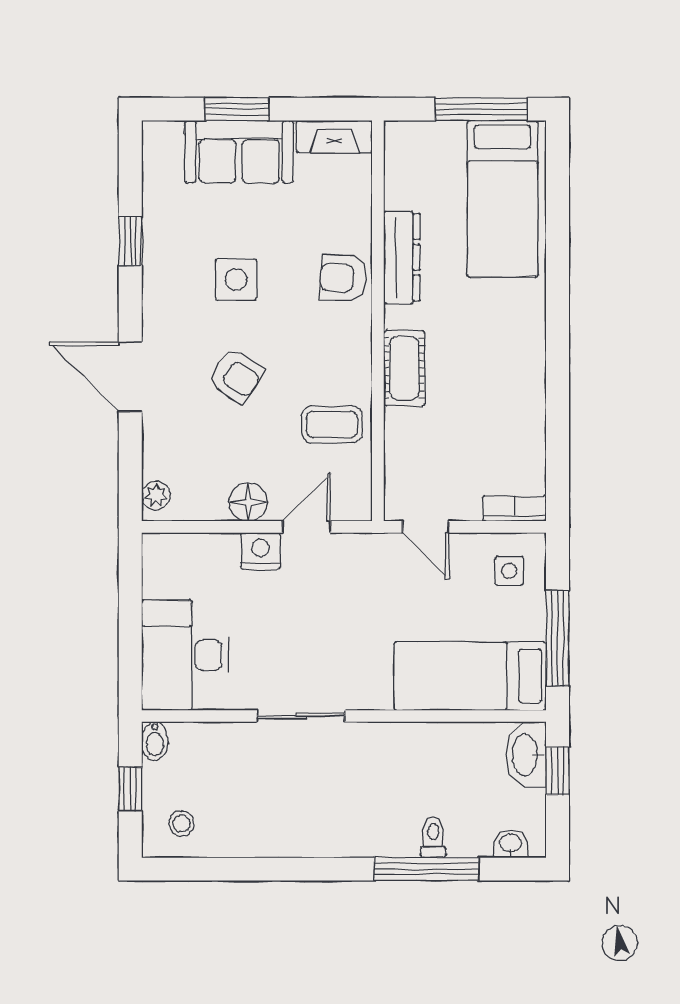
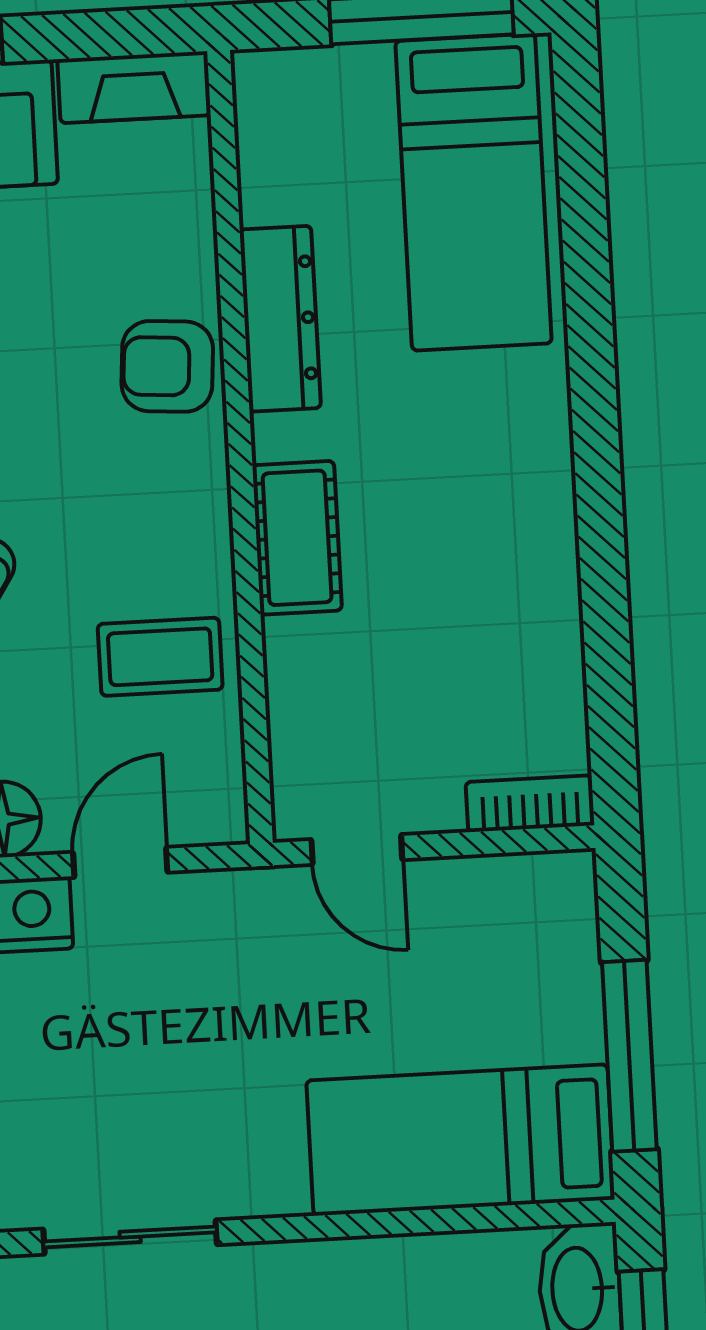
side table: (509, 571) -> (527, 927), removed

